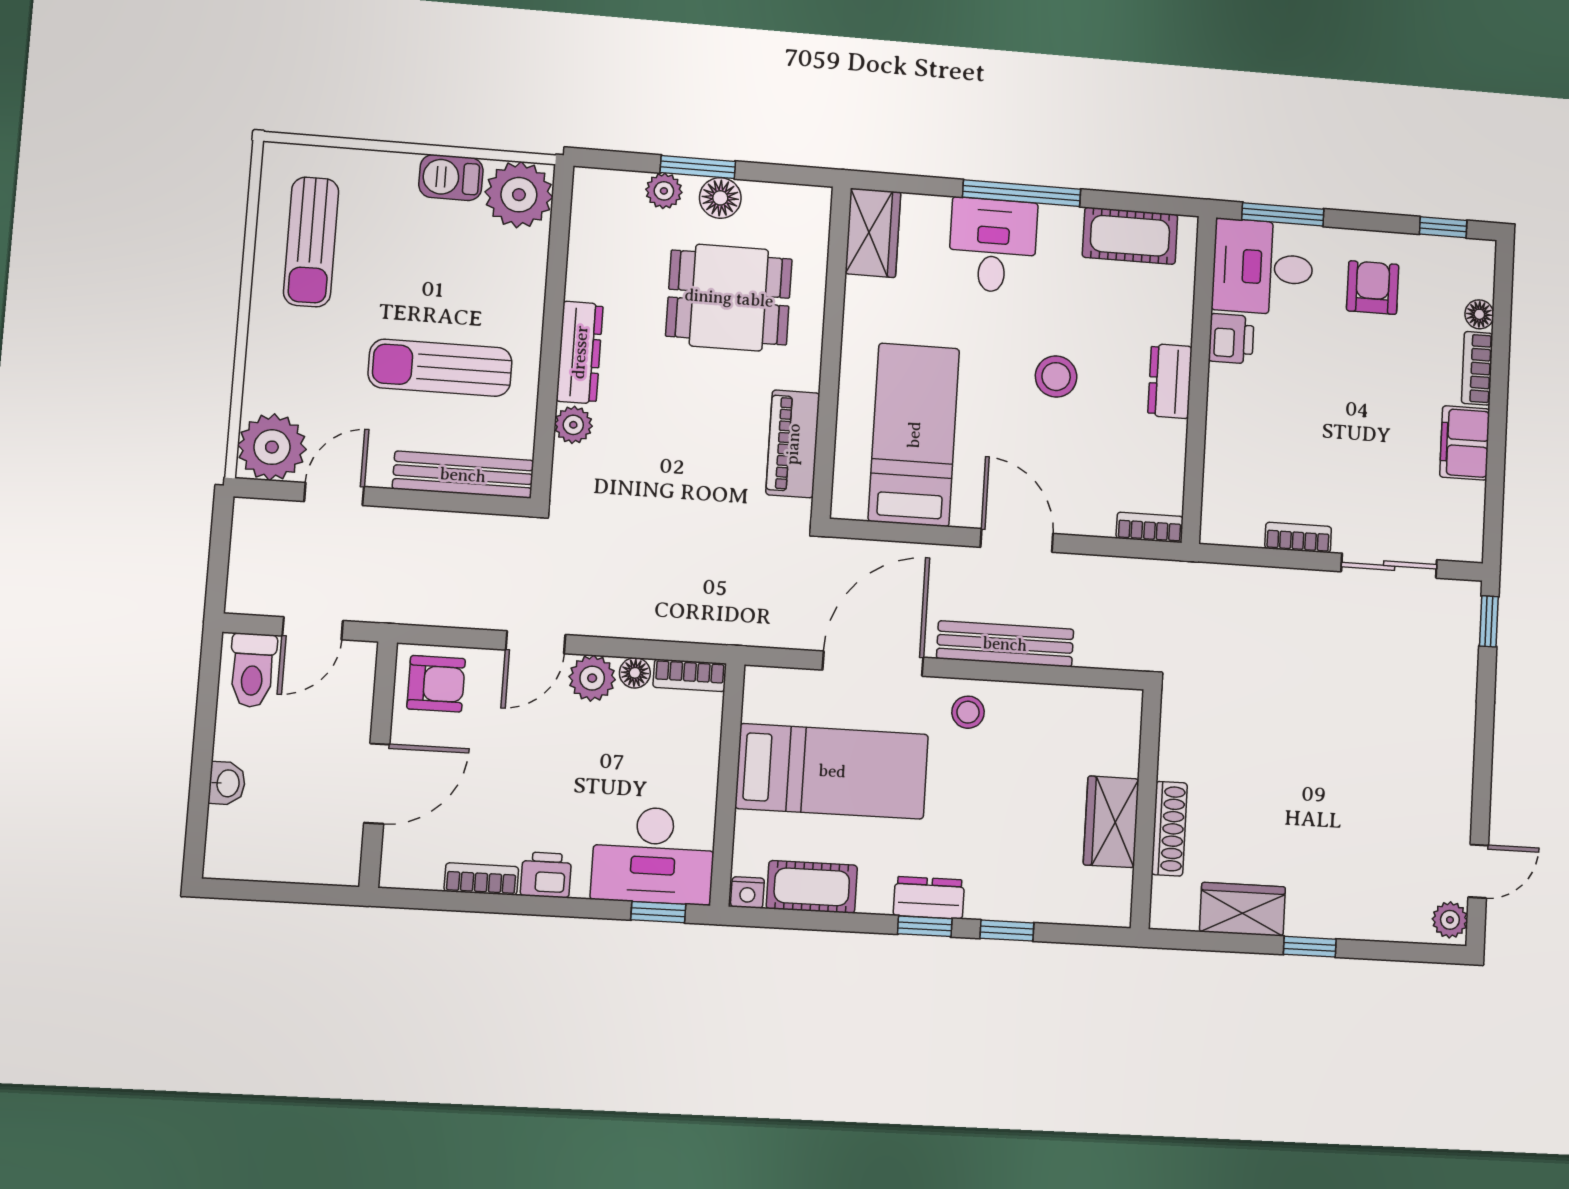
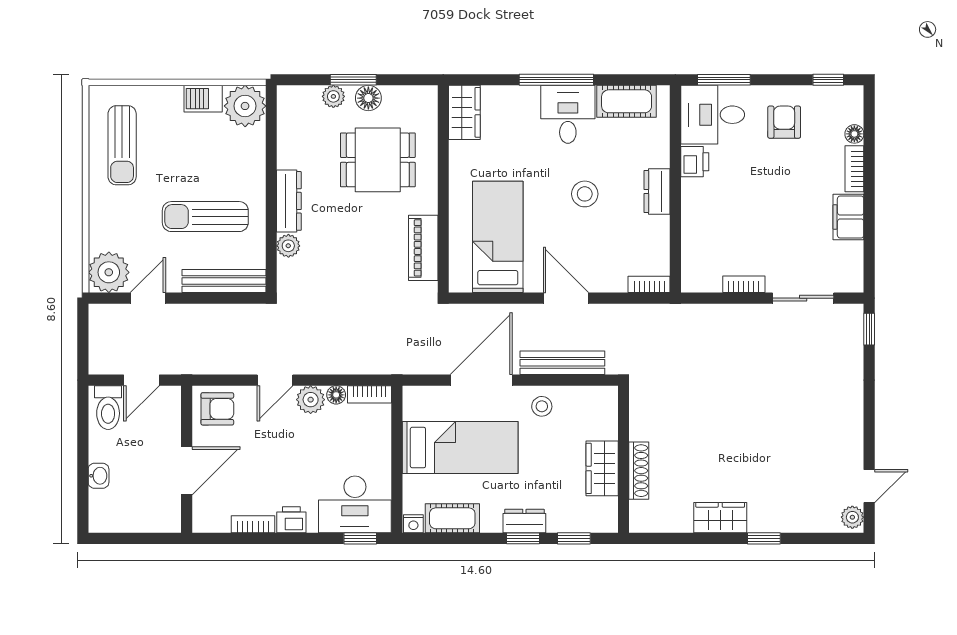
desk: (993, 245) -> (568, 114), moved
wall: (1146, 809) -> (623, 459), moved
wardrobe: (1111, 822) -> (602, 468), moved
shoe rack: (1169, 829) -> (639, 471), moved

